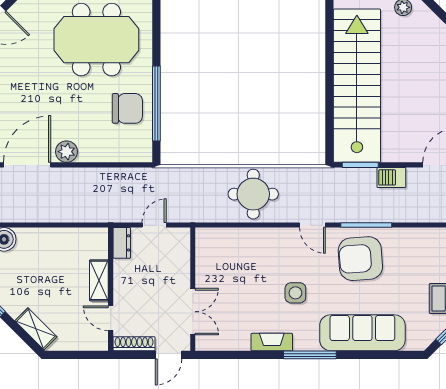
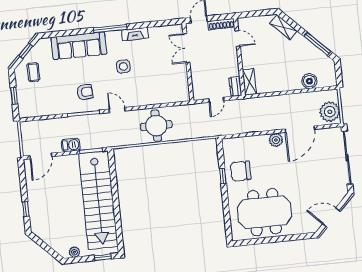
window: (156, 103) -> (223, 176), width x0.32
armchair: (360, 259) -> (85, 92), width x0.53, depth x0.53
shelving: (99, 280) -> (249, 82), moved

